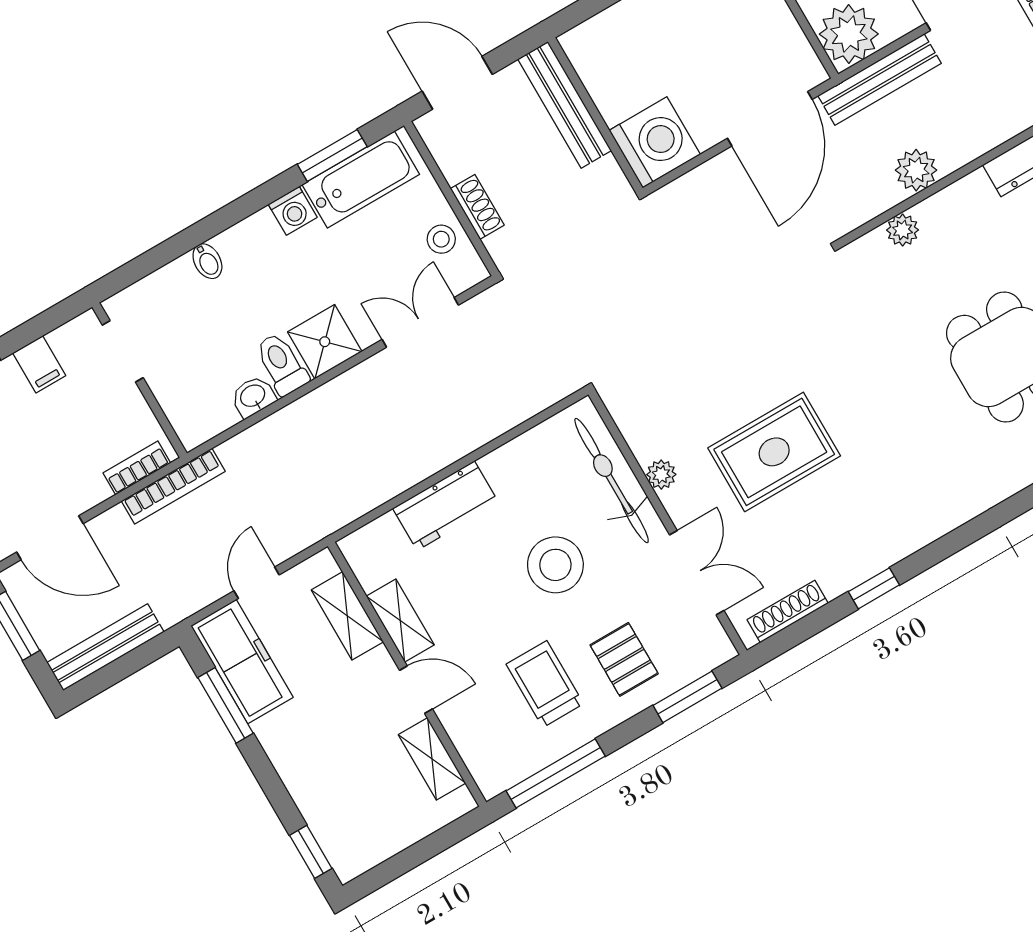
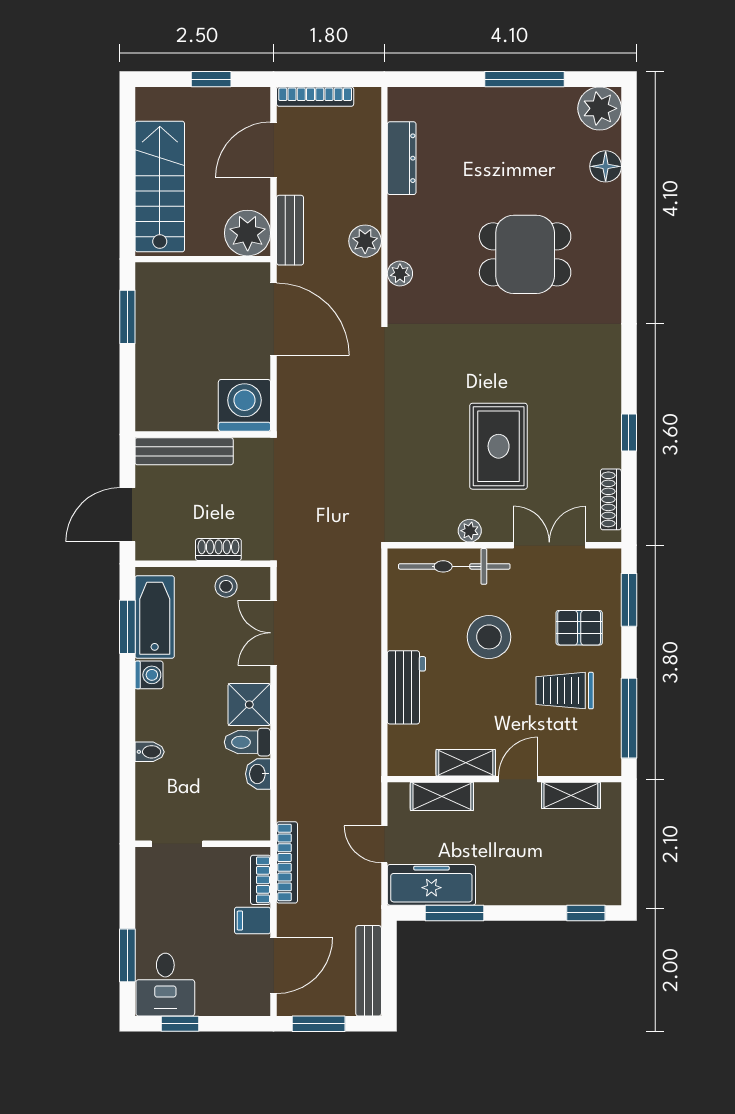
bench: (880, 80) -> (290, 230), width x0.73
filing cabinet: (39, 364) -> (253, 921), moved, turned 180

